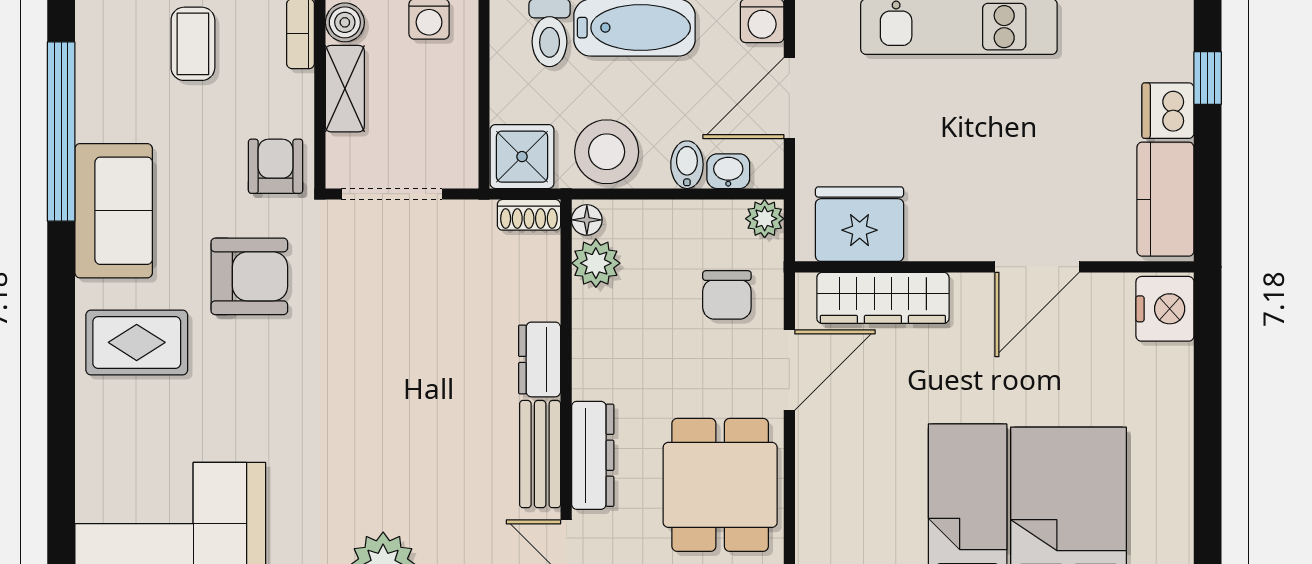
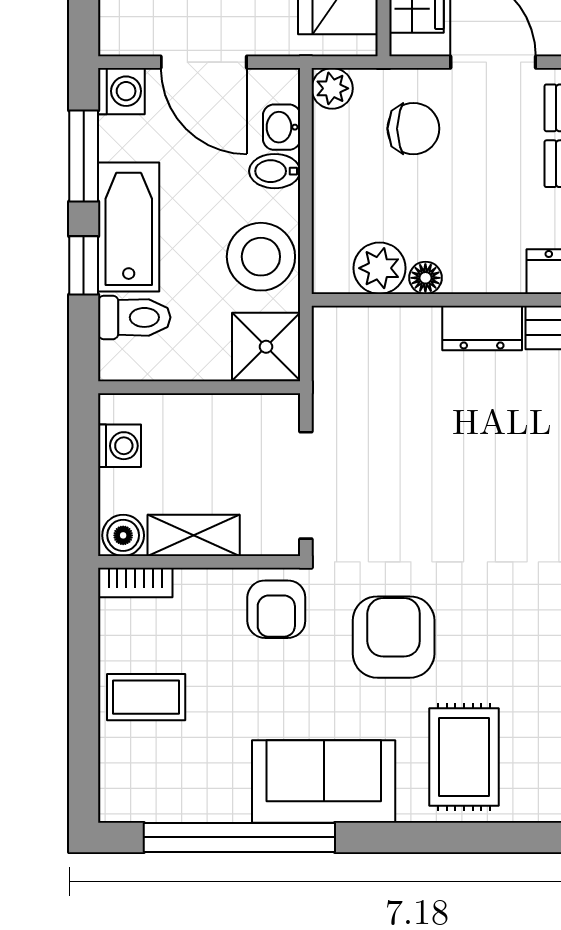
armchair: (276, 166) -> (276, 609), turned -90
shoe rack: (529, 215) -> (328, 339), removed
floor lamp: (587, 220) -> (425, 278), moved

